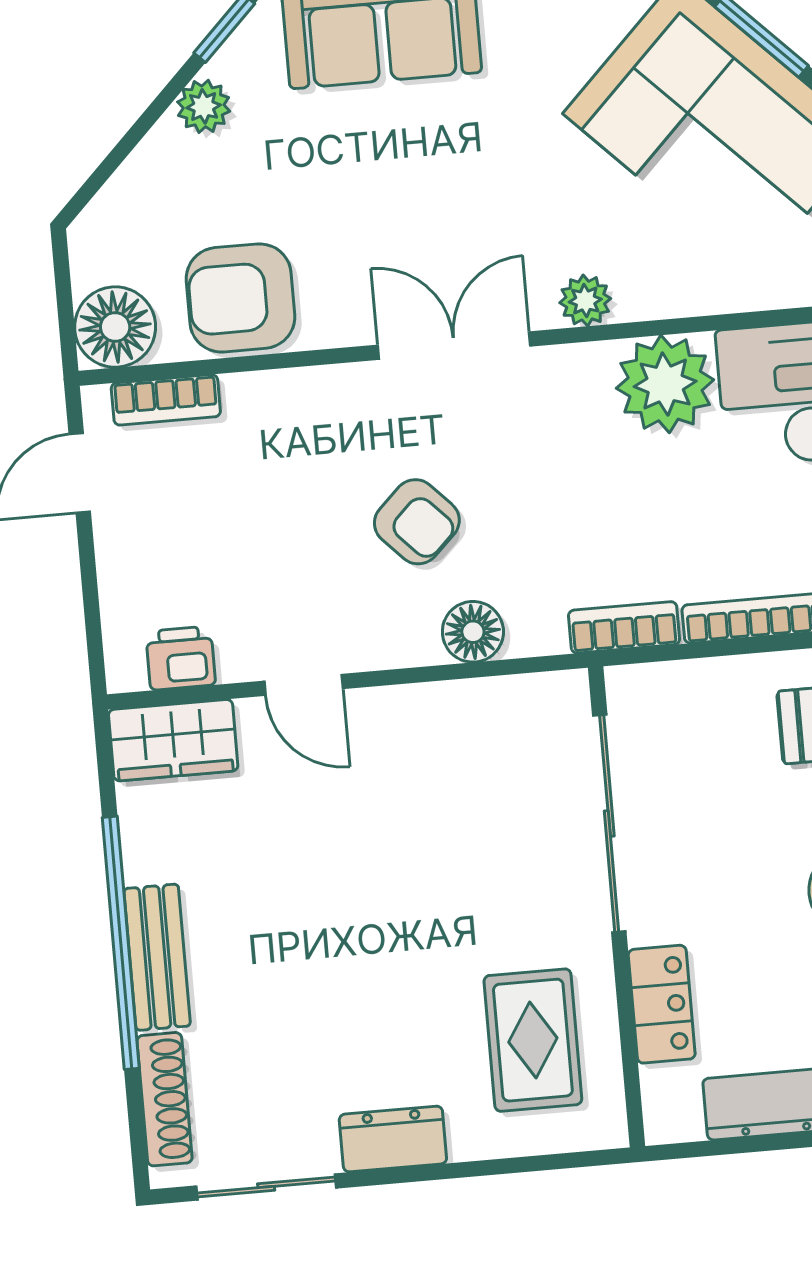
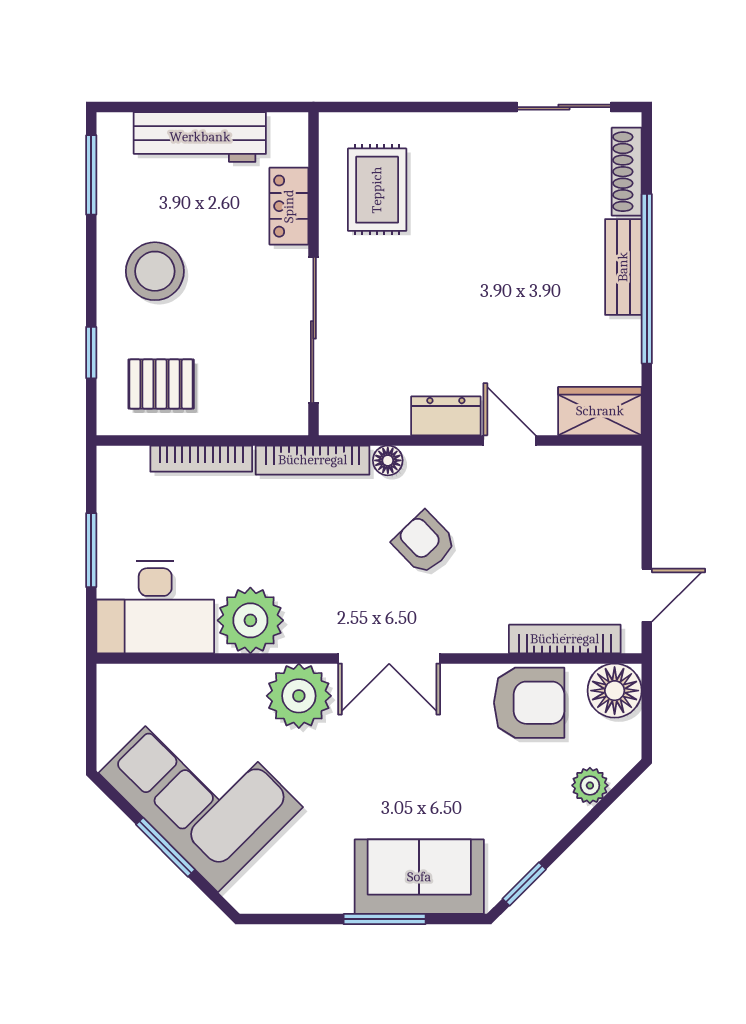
plant: (204, 106) -> (590, 785), moved
plant: (585, 301) -> (299, 696), width x1.87, depth x1.87
bookcase: (166, 400) -> (565, 639), width x1.56
bookcase: (624, 627) -> (313, 460), width x1.56
floor lamp: (473, 632) -> (388, 460), width x0.73, depth x0.73
printer: (181, 658) -> (590, 465), removed
dresser: (393, 1139) -> (446, 416), moved, turned 180

